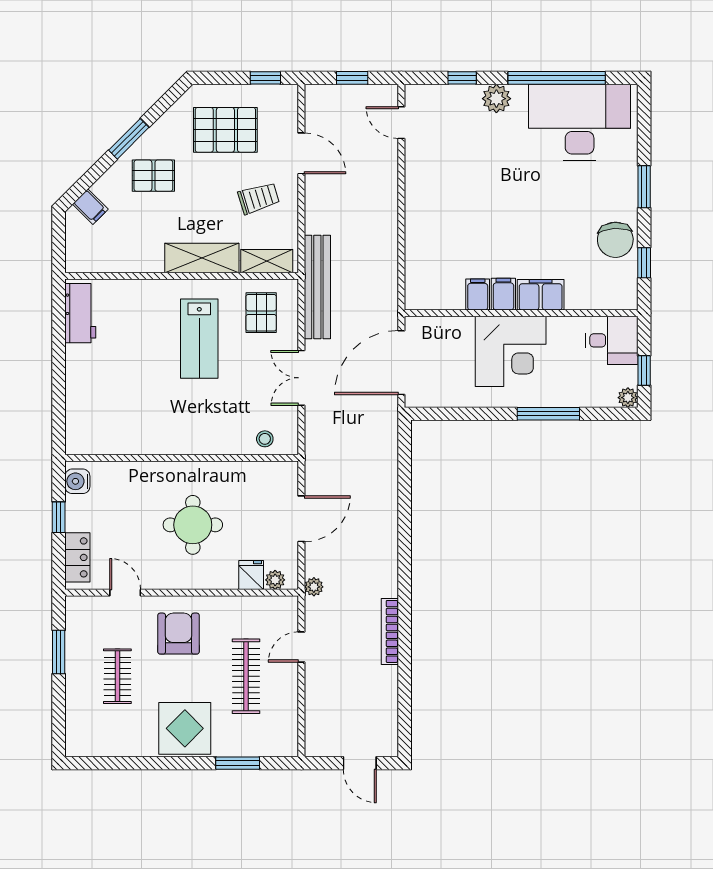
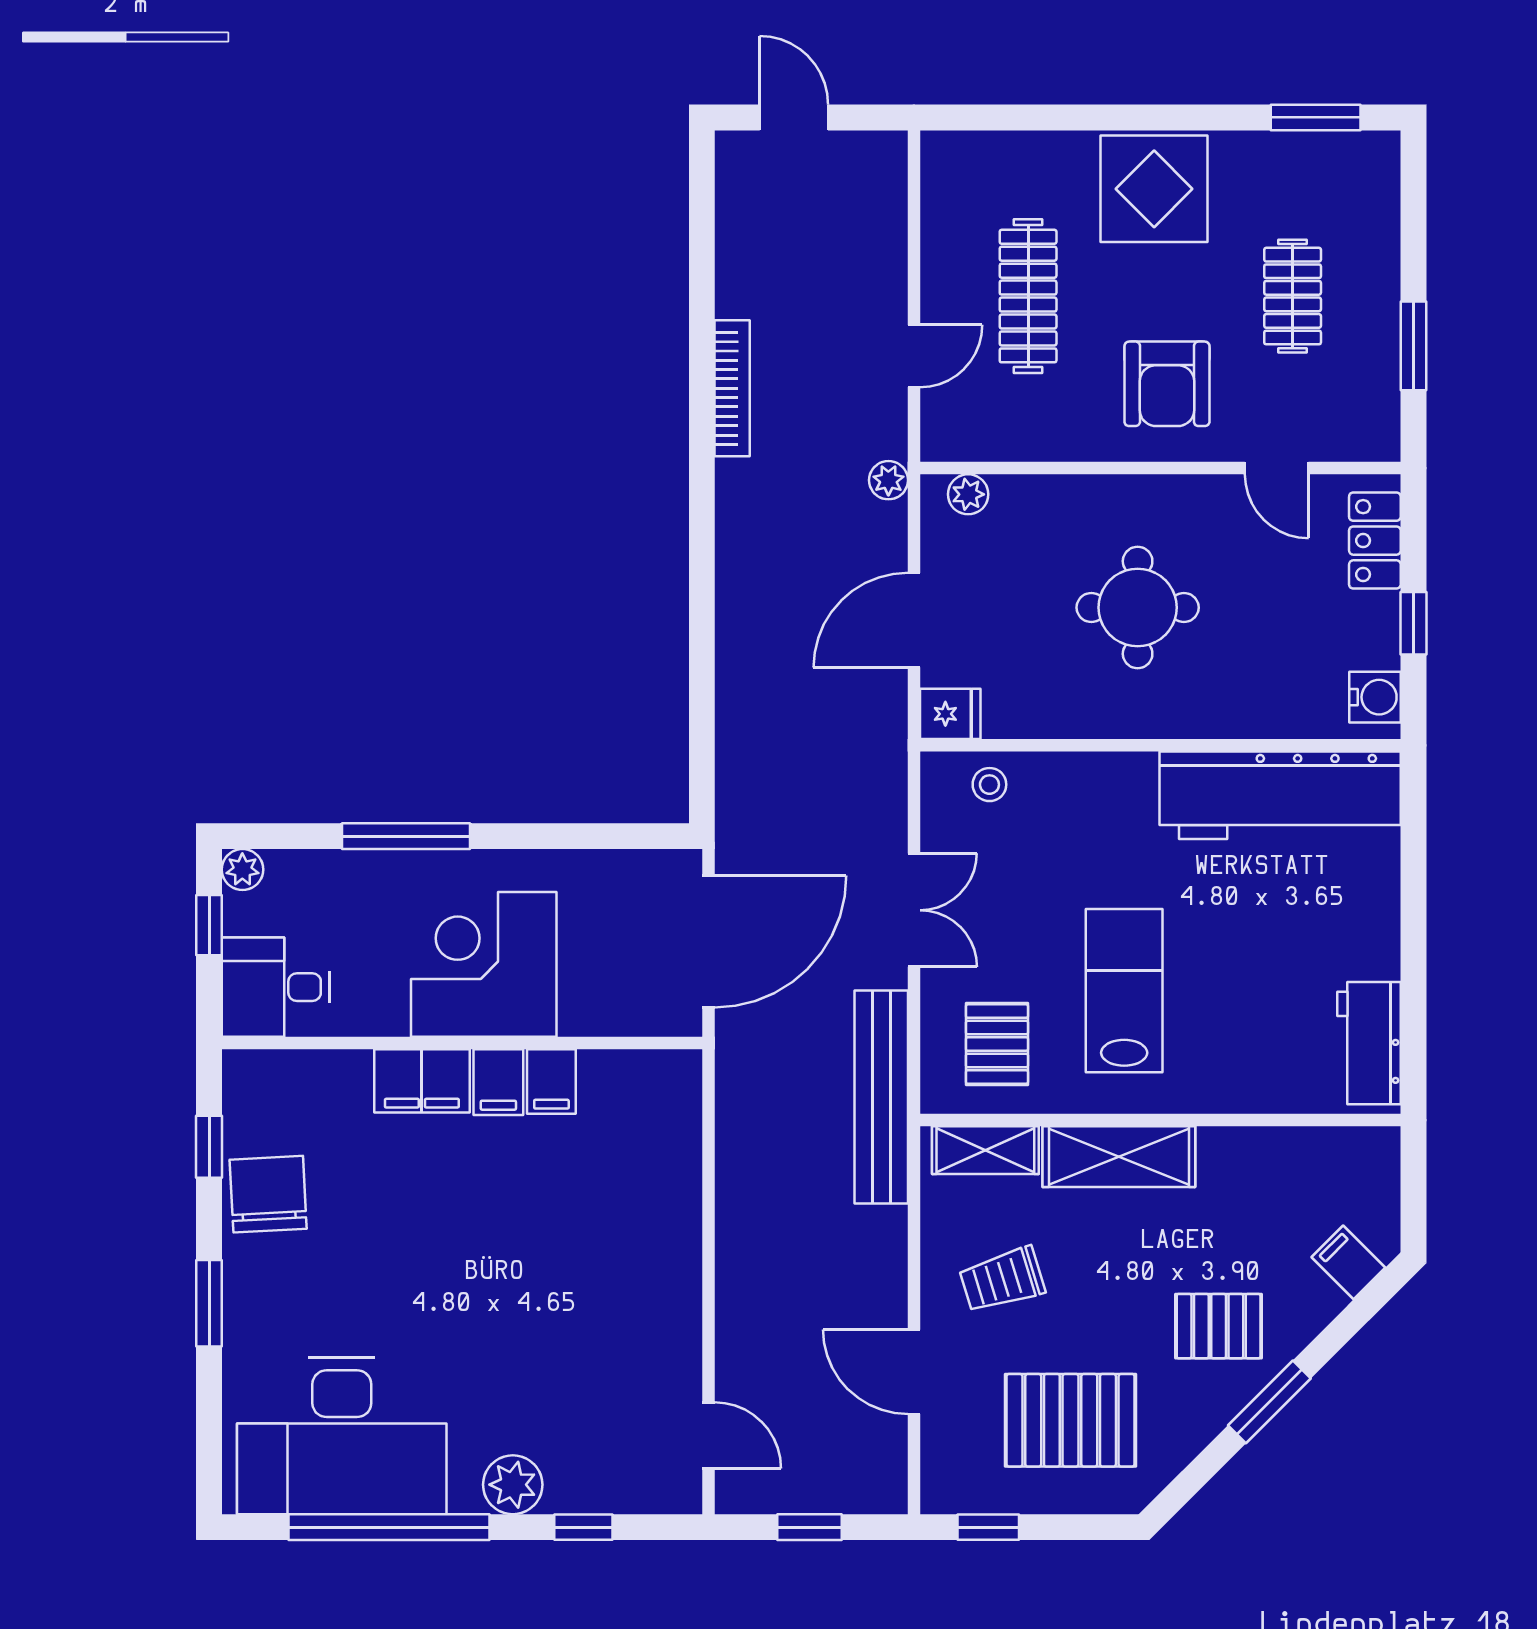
workbench: (123, 434) -> (1280, 795), added
fridge: (251, 575) -> (950, 714), moved, turned -90
window: (238, 763) -> (1316, 117), moved

